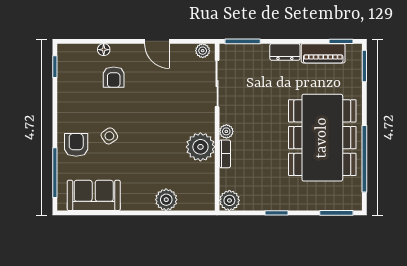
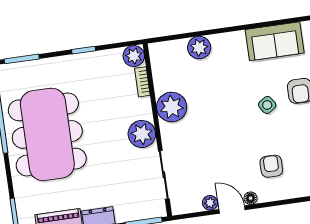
floor lamp: (104, 50) -> (251, 198), moved
plant: (203, 51) -> (210, 203), moved
plant: (226, 131) -> (142, 134), width x1.88, depth x1.88
bookcase: (225, 154) -> (142, 82), moved

